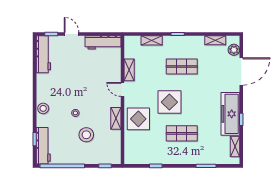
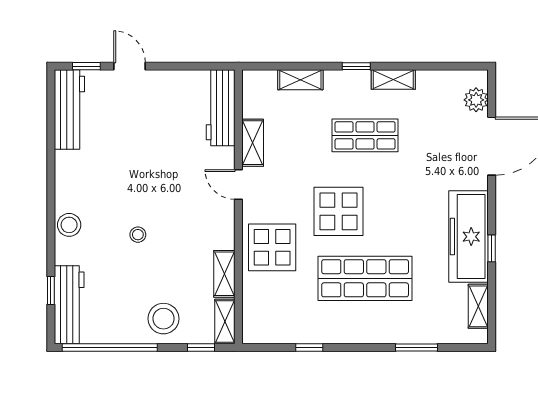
shelving: (215, 40) -> (393, 80), moved
workbench: (103, 42) -> (221, 108), moved, turned 90
shelving: (116, 118) -> (224, 274), moved
shop shelf: (182, 133) -> (365, 278), width x1.43, depth x1.36
stool: (86, 135) -> (163, 319), moved
shelving: (116, 154) -> (225, 322), added

